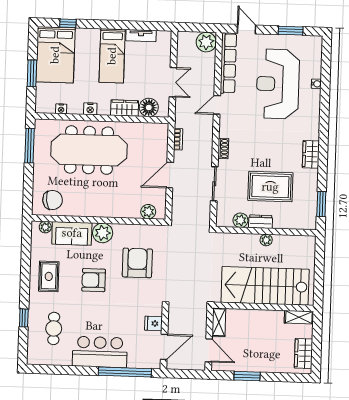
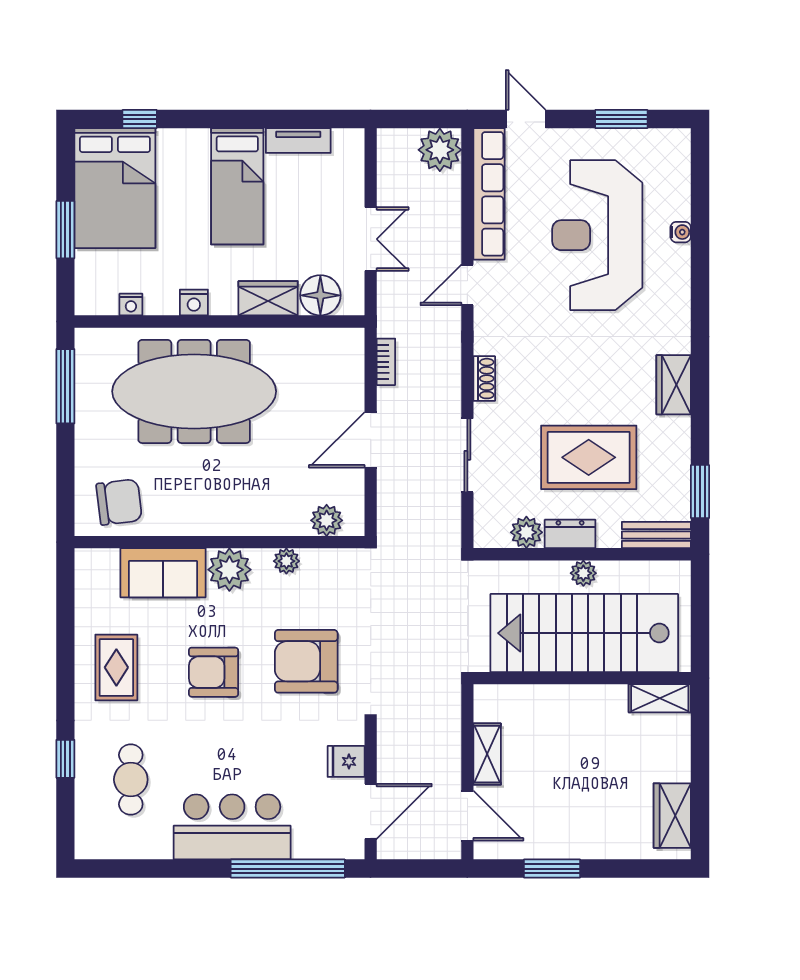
bench: (300, 223) -> (656, 535), added
plant: (45, 227) -> (286, 561), moved
armchair: (137, 263) -> (306, 661), moved, turned -90
stairs: (265, 286) -> (584, 633), moved
wall: (263, 307) -> (582, 678), moved
shelving: (299, 317) -> (660, 698), moved

